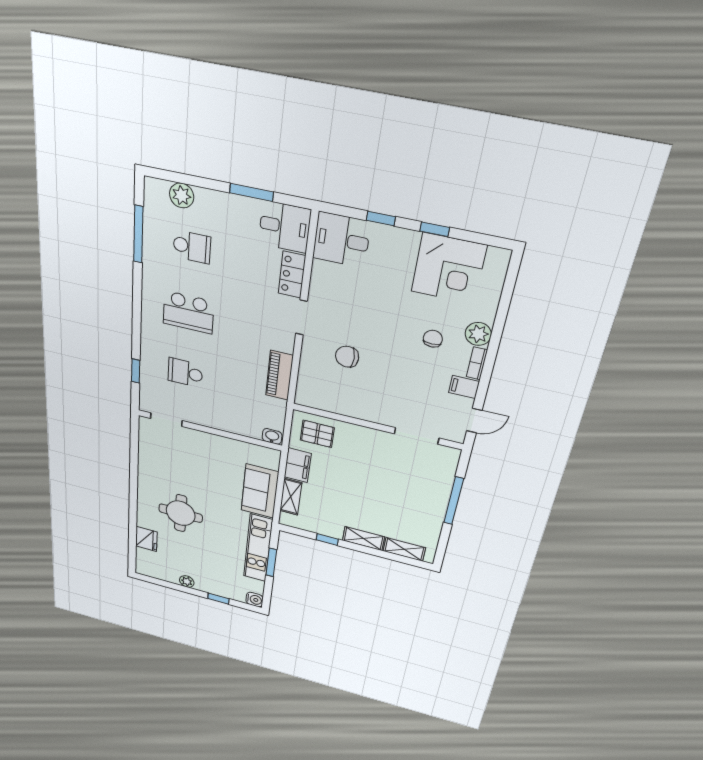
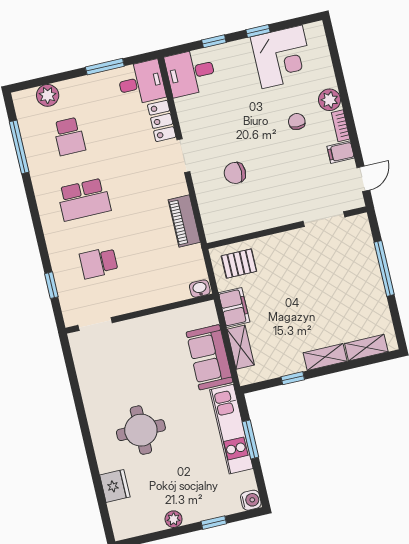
school desk: (192, 247) -> (69, 136), turned 90

